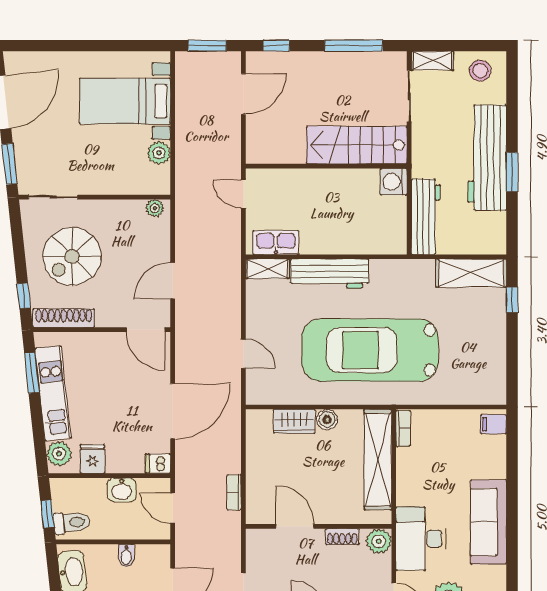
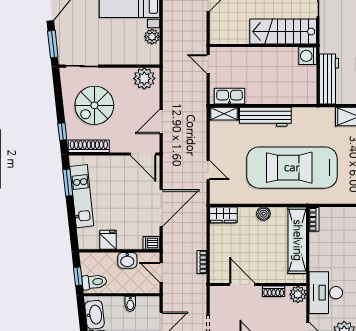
plant: (155, 208) -> (144, 78), width x1.87, depth x1.87
wardrobe: (294, 421) -> (223, 215), moved
plant: (59, 454) -> (86, 236), removed

